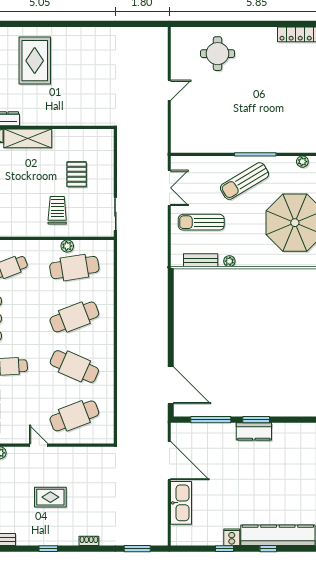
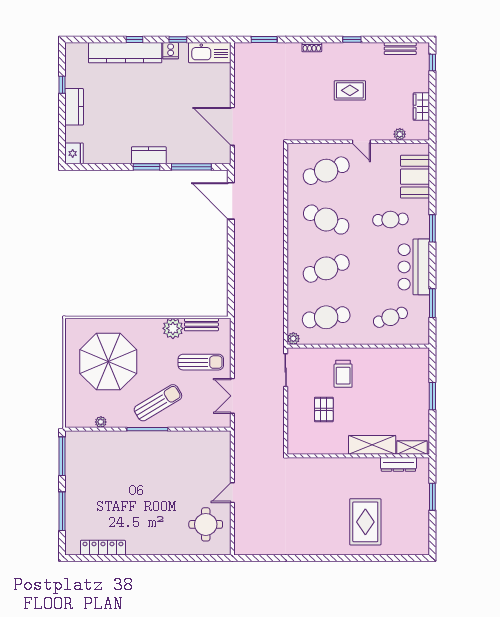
round table: (218, 54) -> (206, 524), moved
plant: (67, 246) -> (293, 339), moved
plant: (229, 261) -> (173, 328), width x1.88, depth x1.88
kitchen sink: (181, 503) -> (210, 53), moved, turned -90

